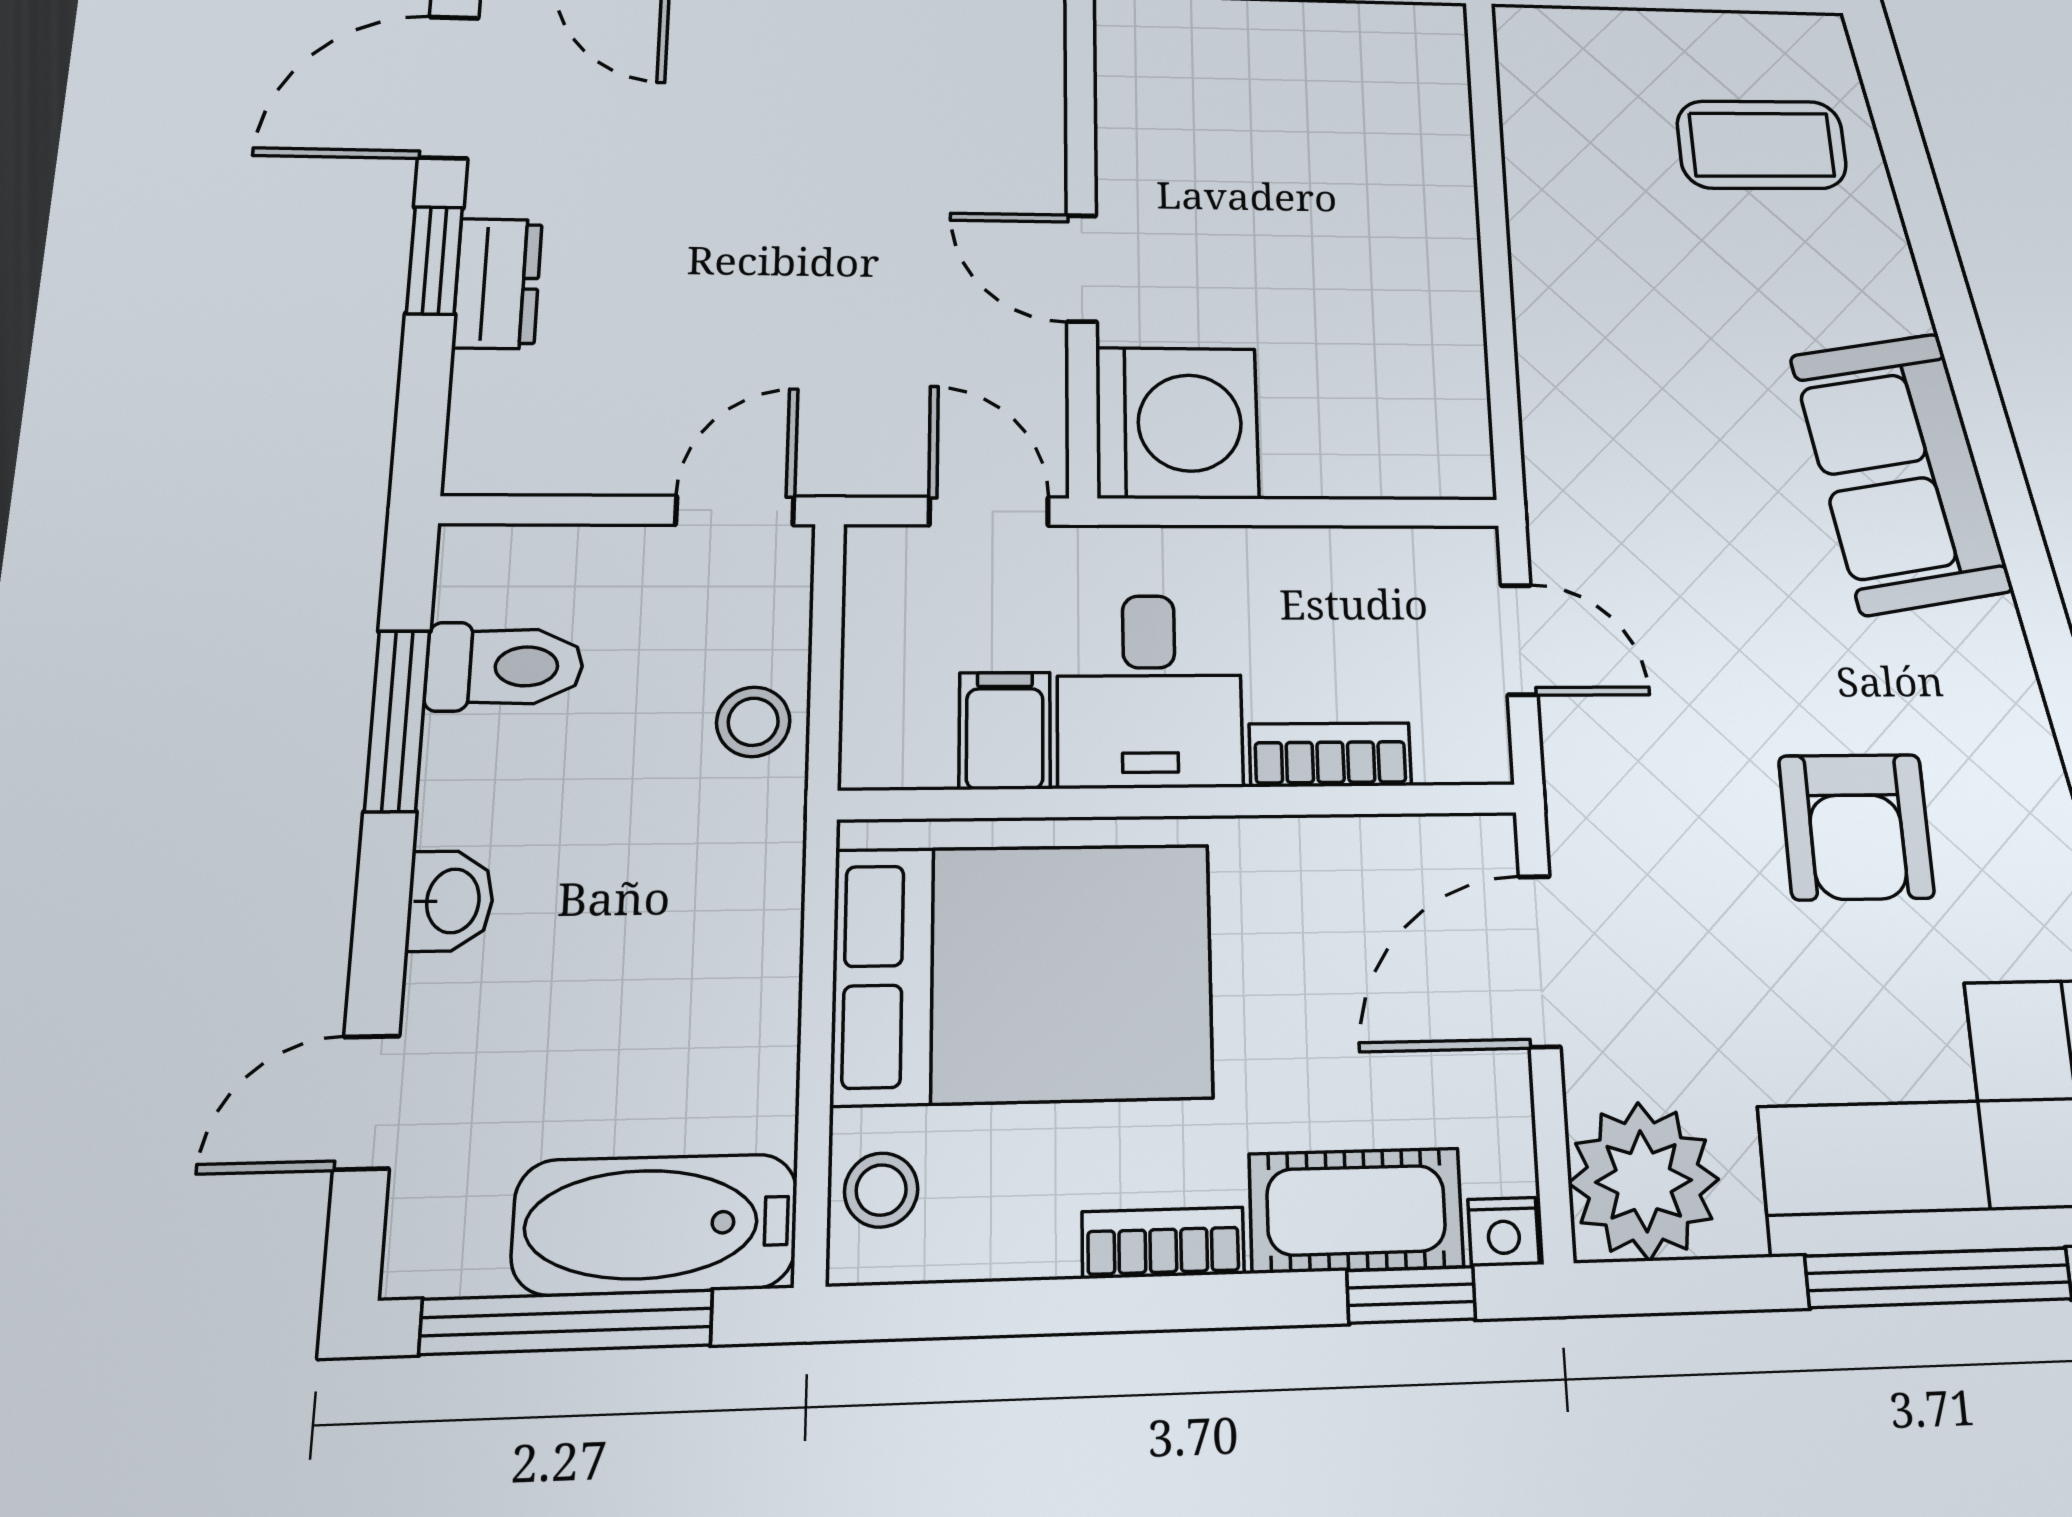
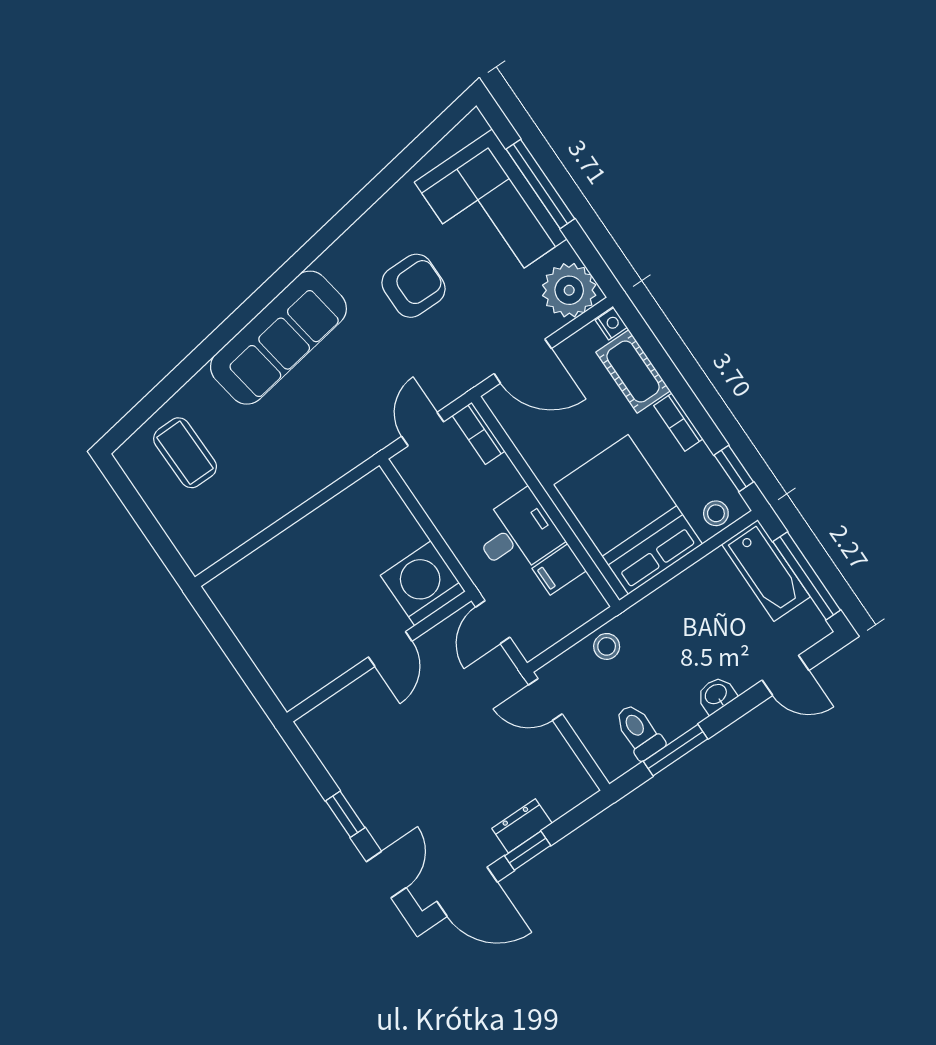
sofa: (1900, 472) -> (278, 338), width x1.36
bookcase: (1330, 755) -> (478, 433), moved
window: (1411, 1295) -> (734, 469), moved

